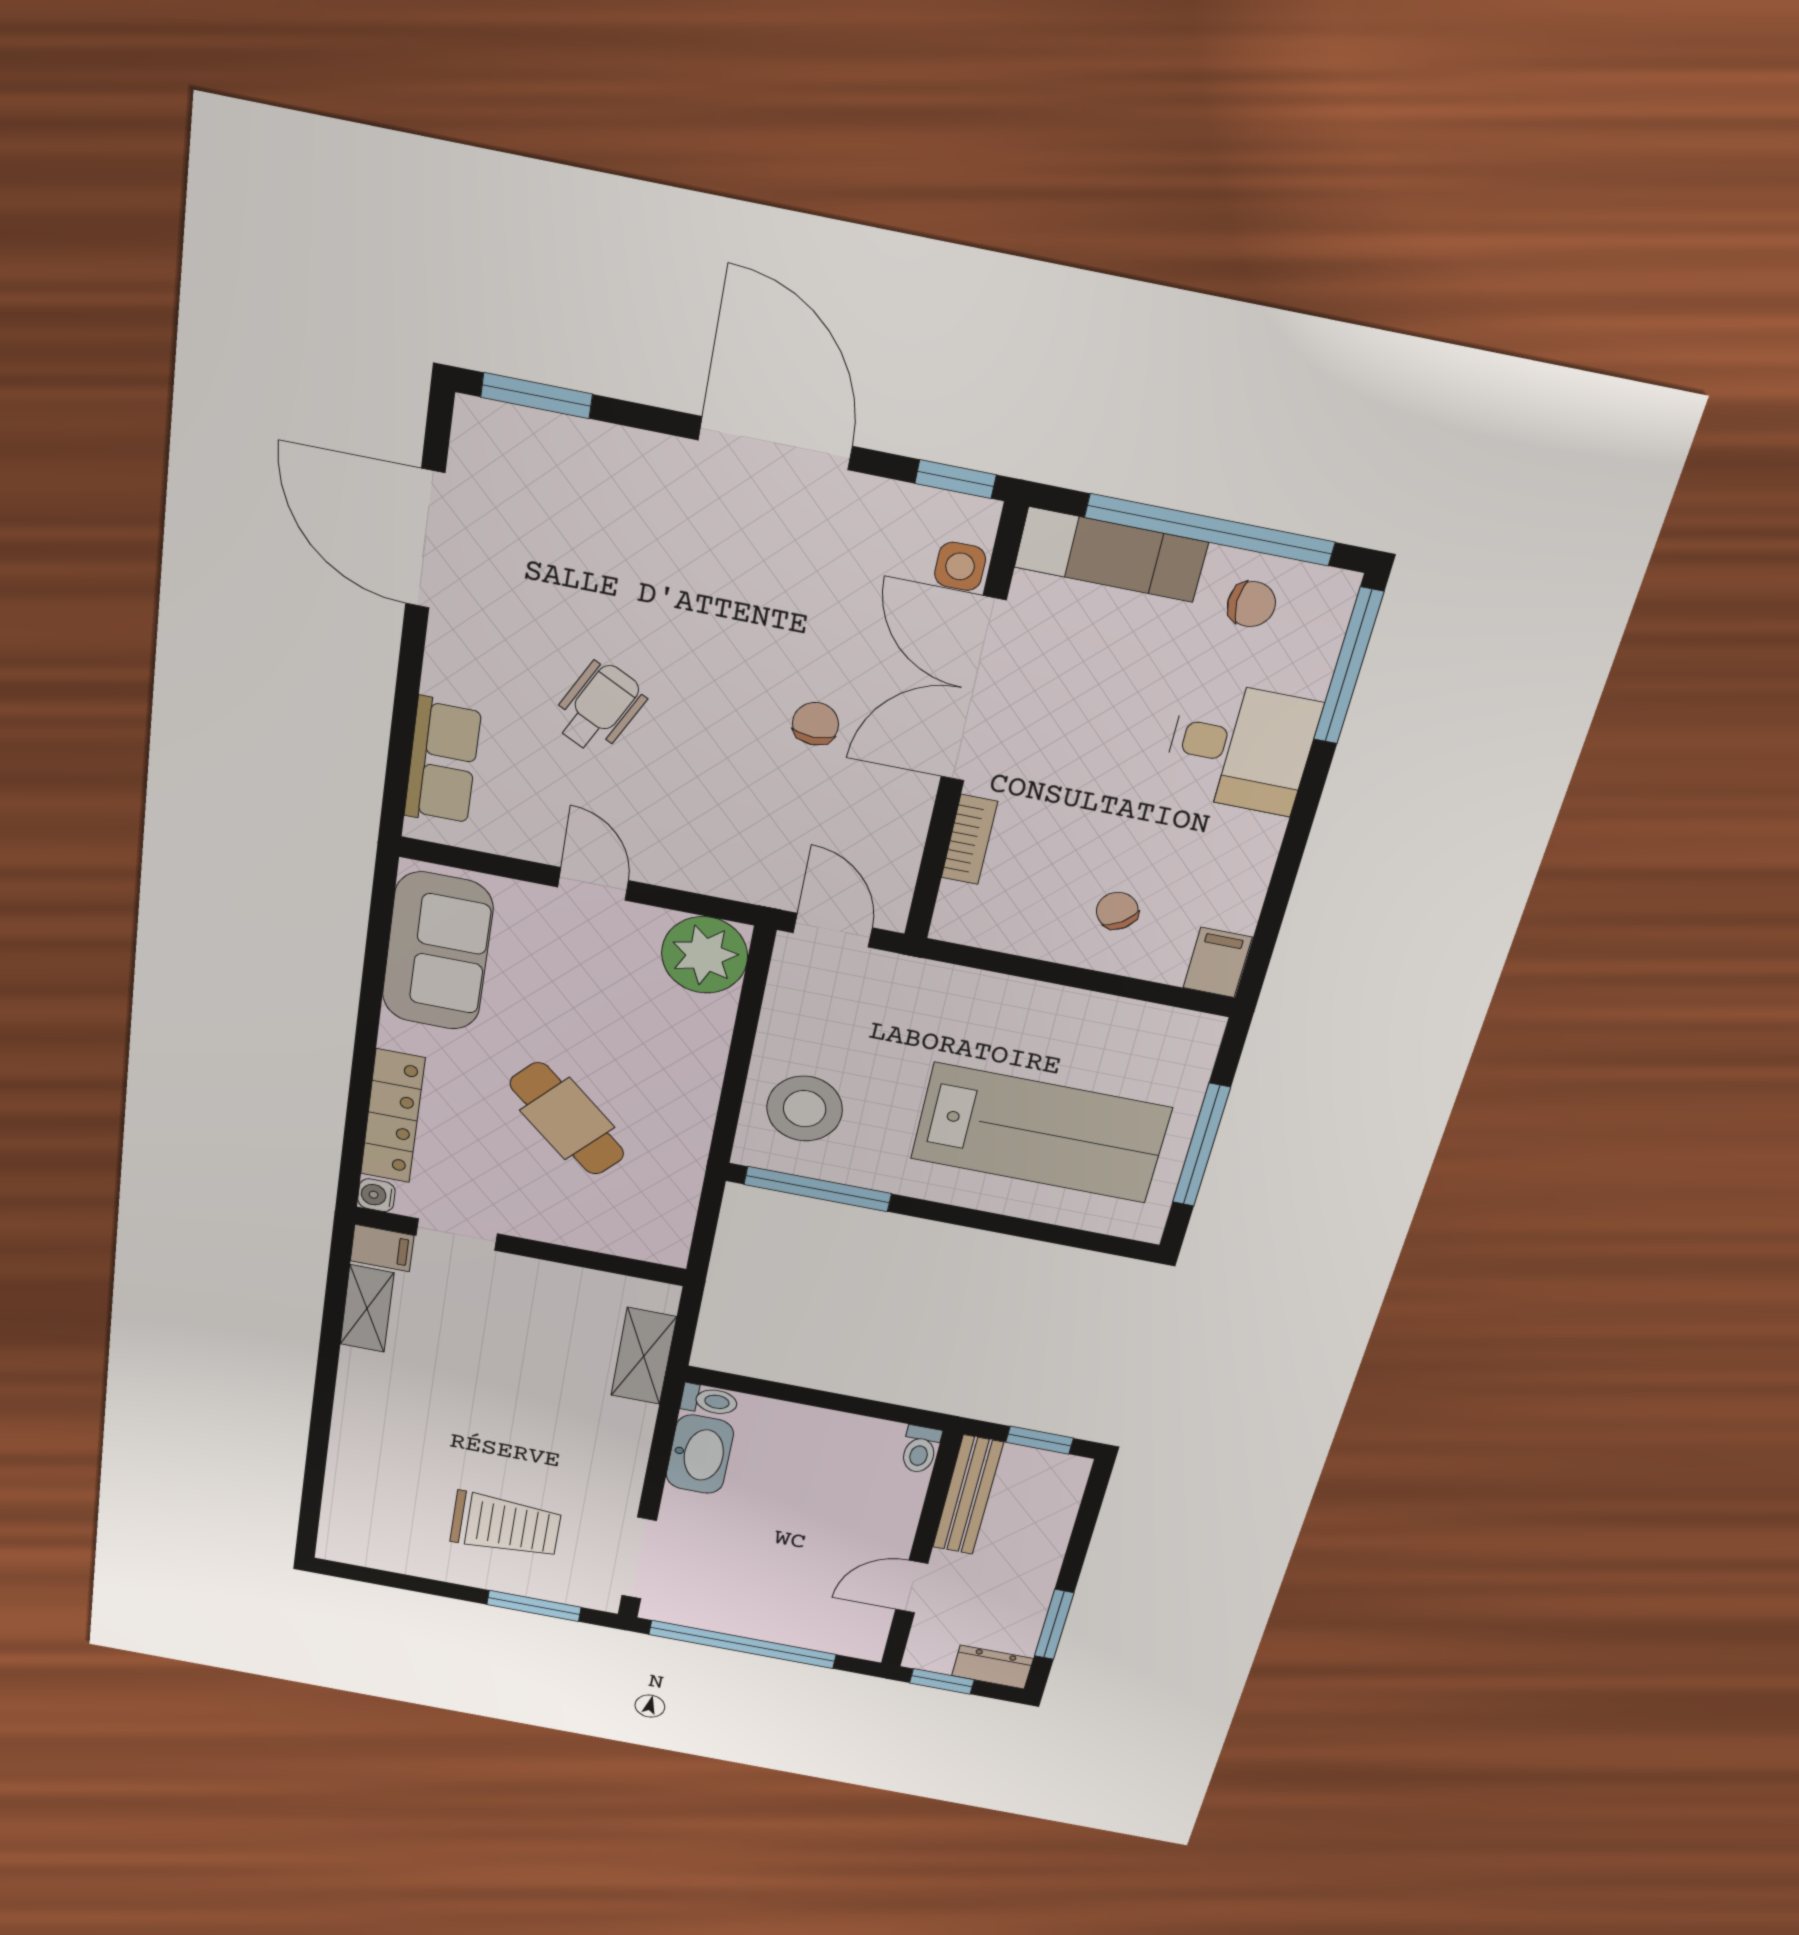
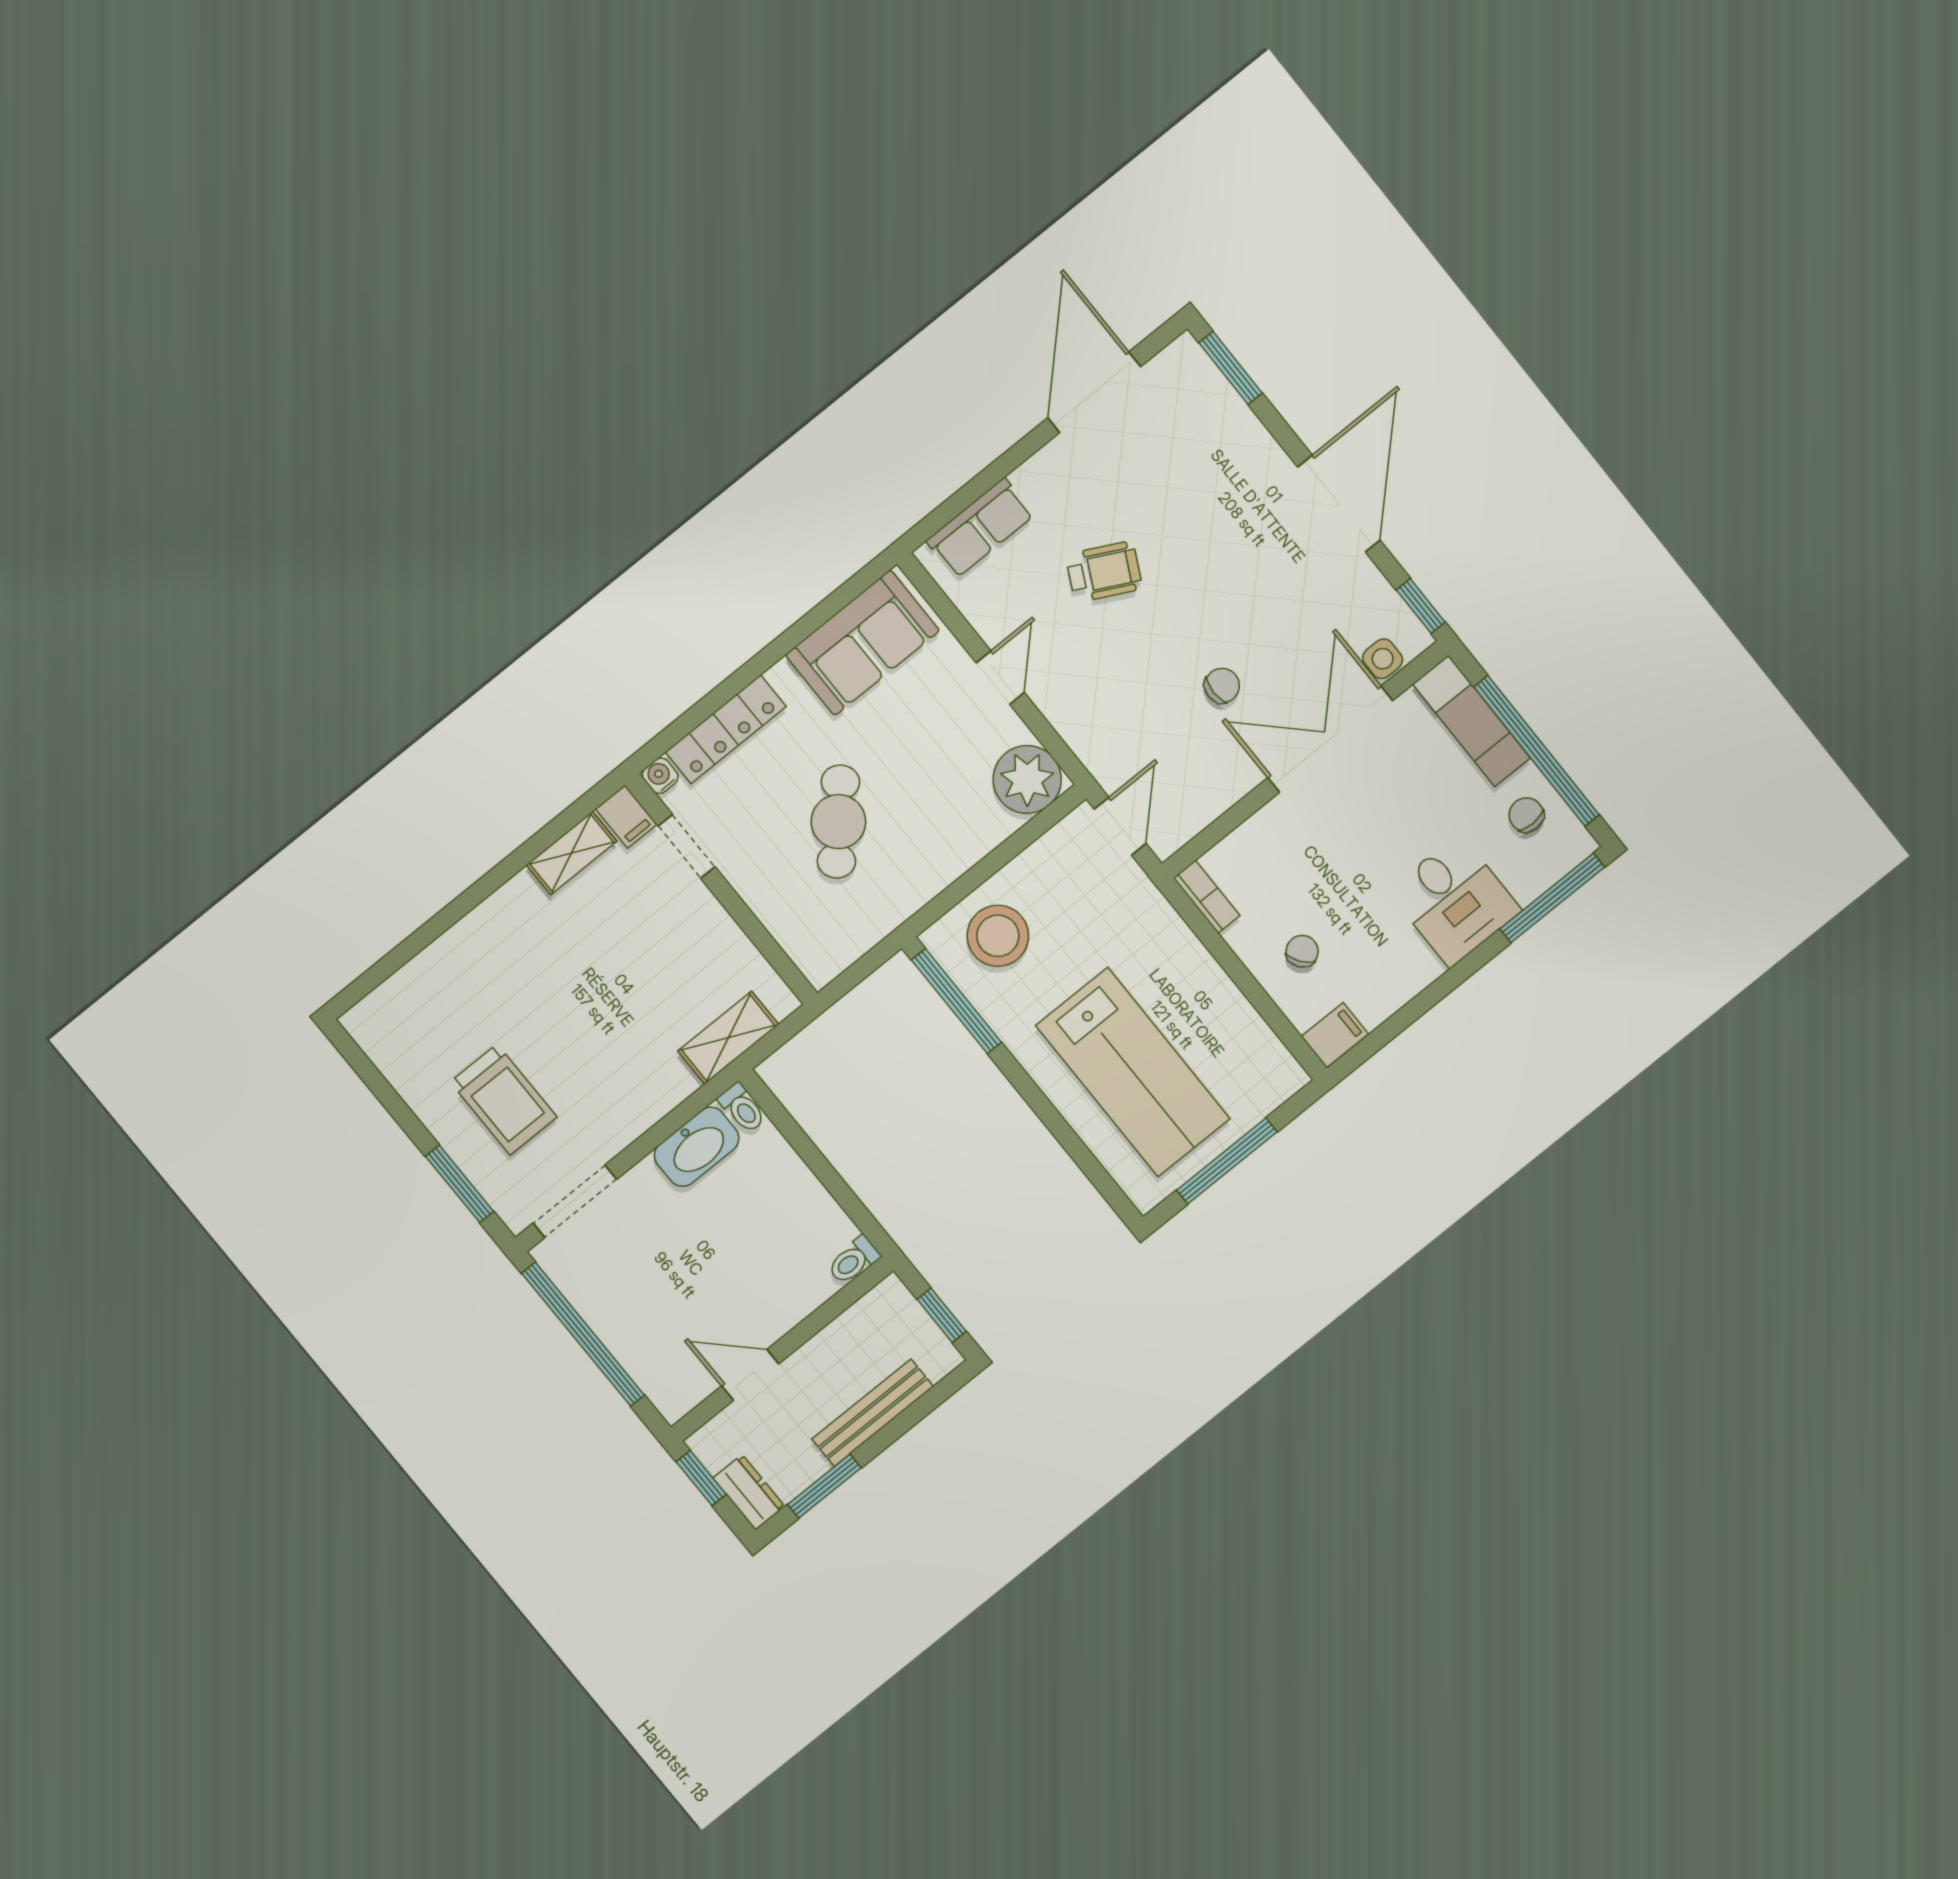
chair: (1251, 604) -> (1526, 815), turned 180
bookcase: (969, 840) -> (1207, 897), moved, turned -90
bench: (968, 1495) -> (873, 1413), moved

